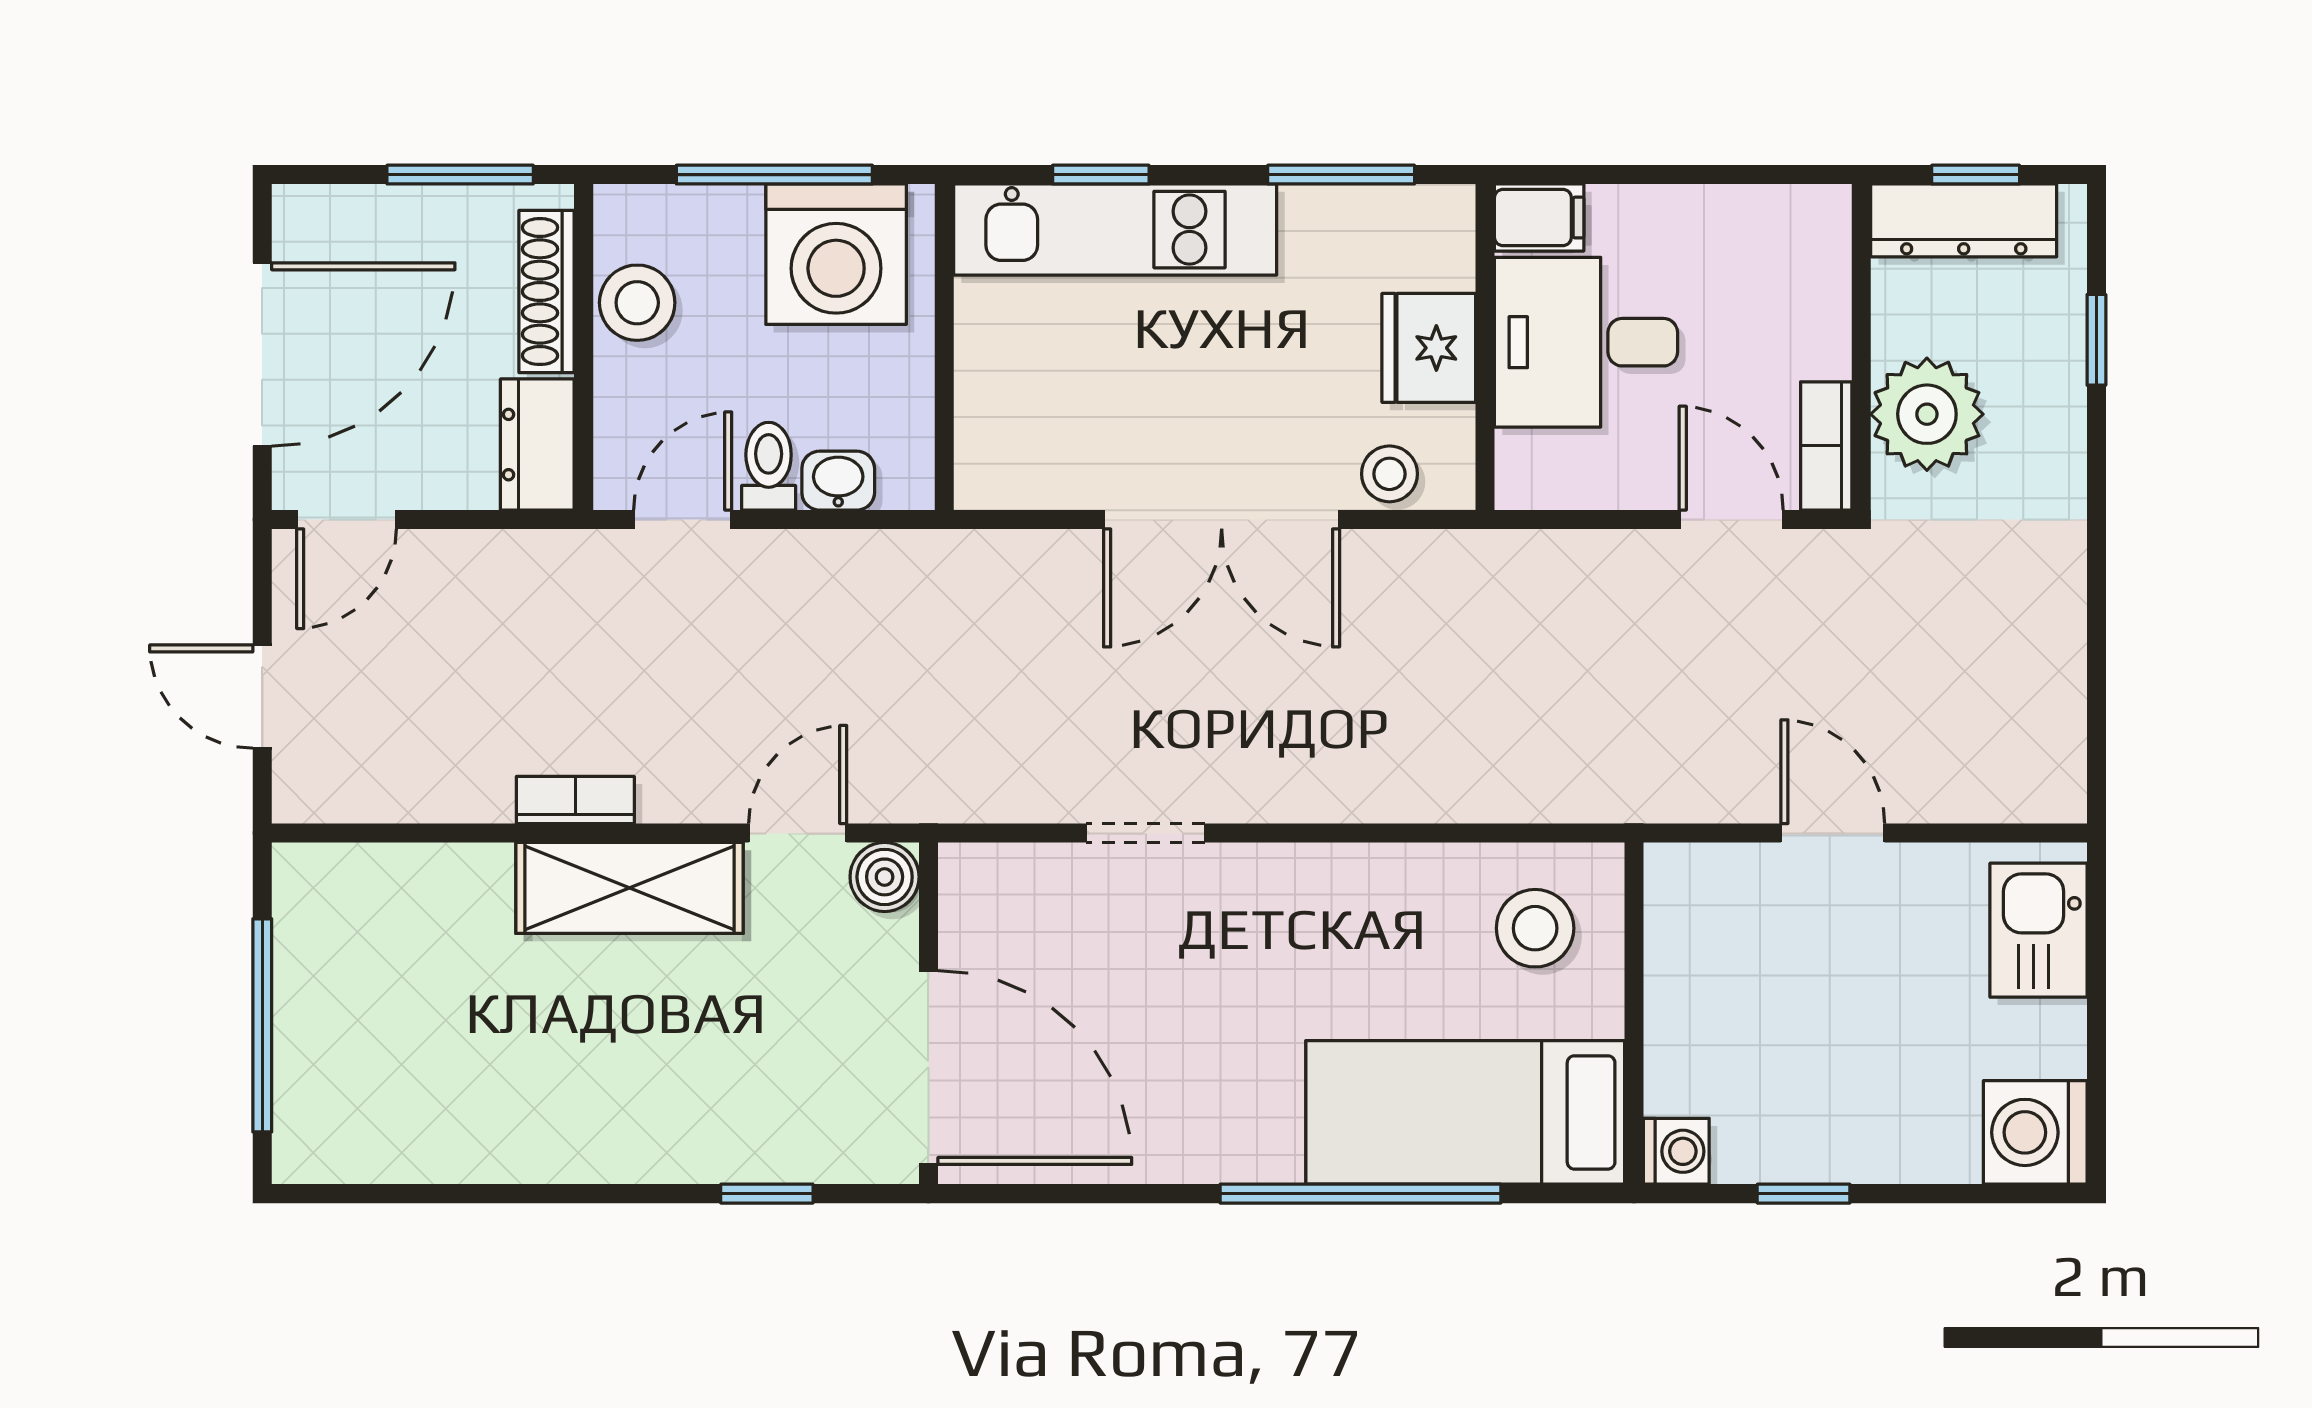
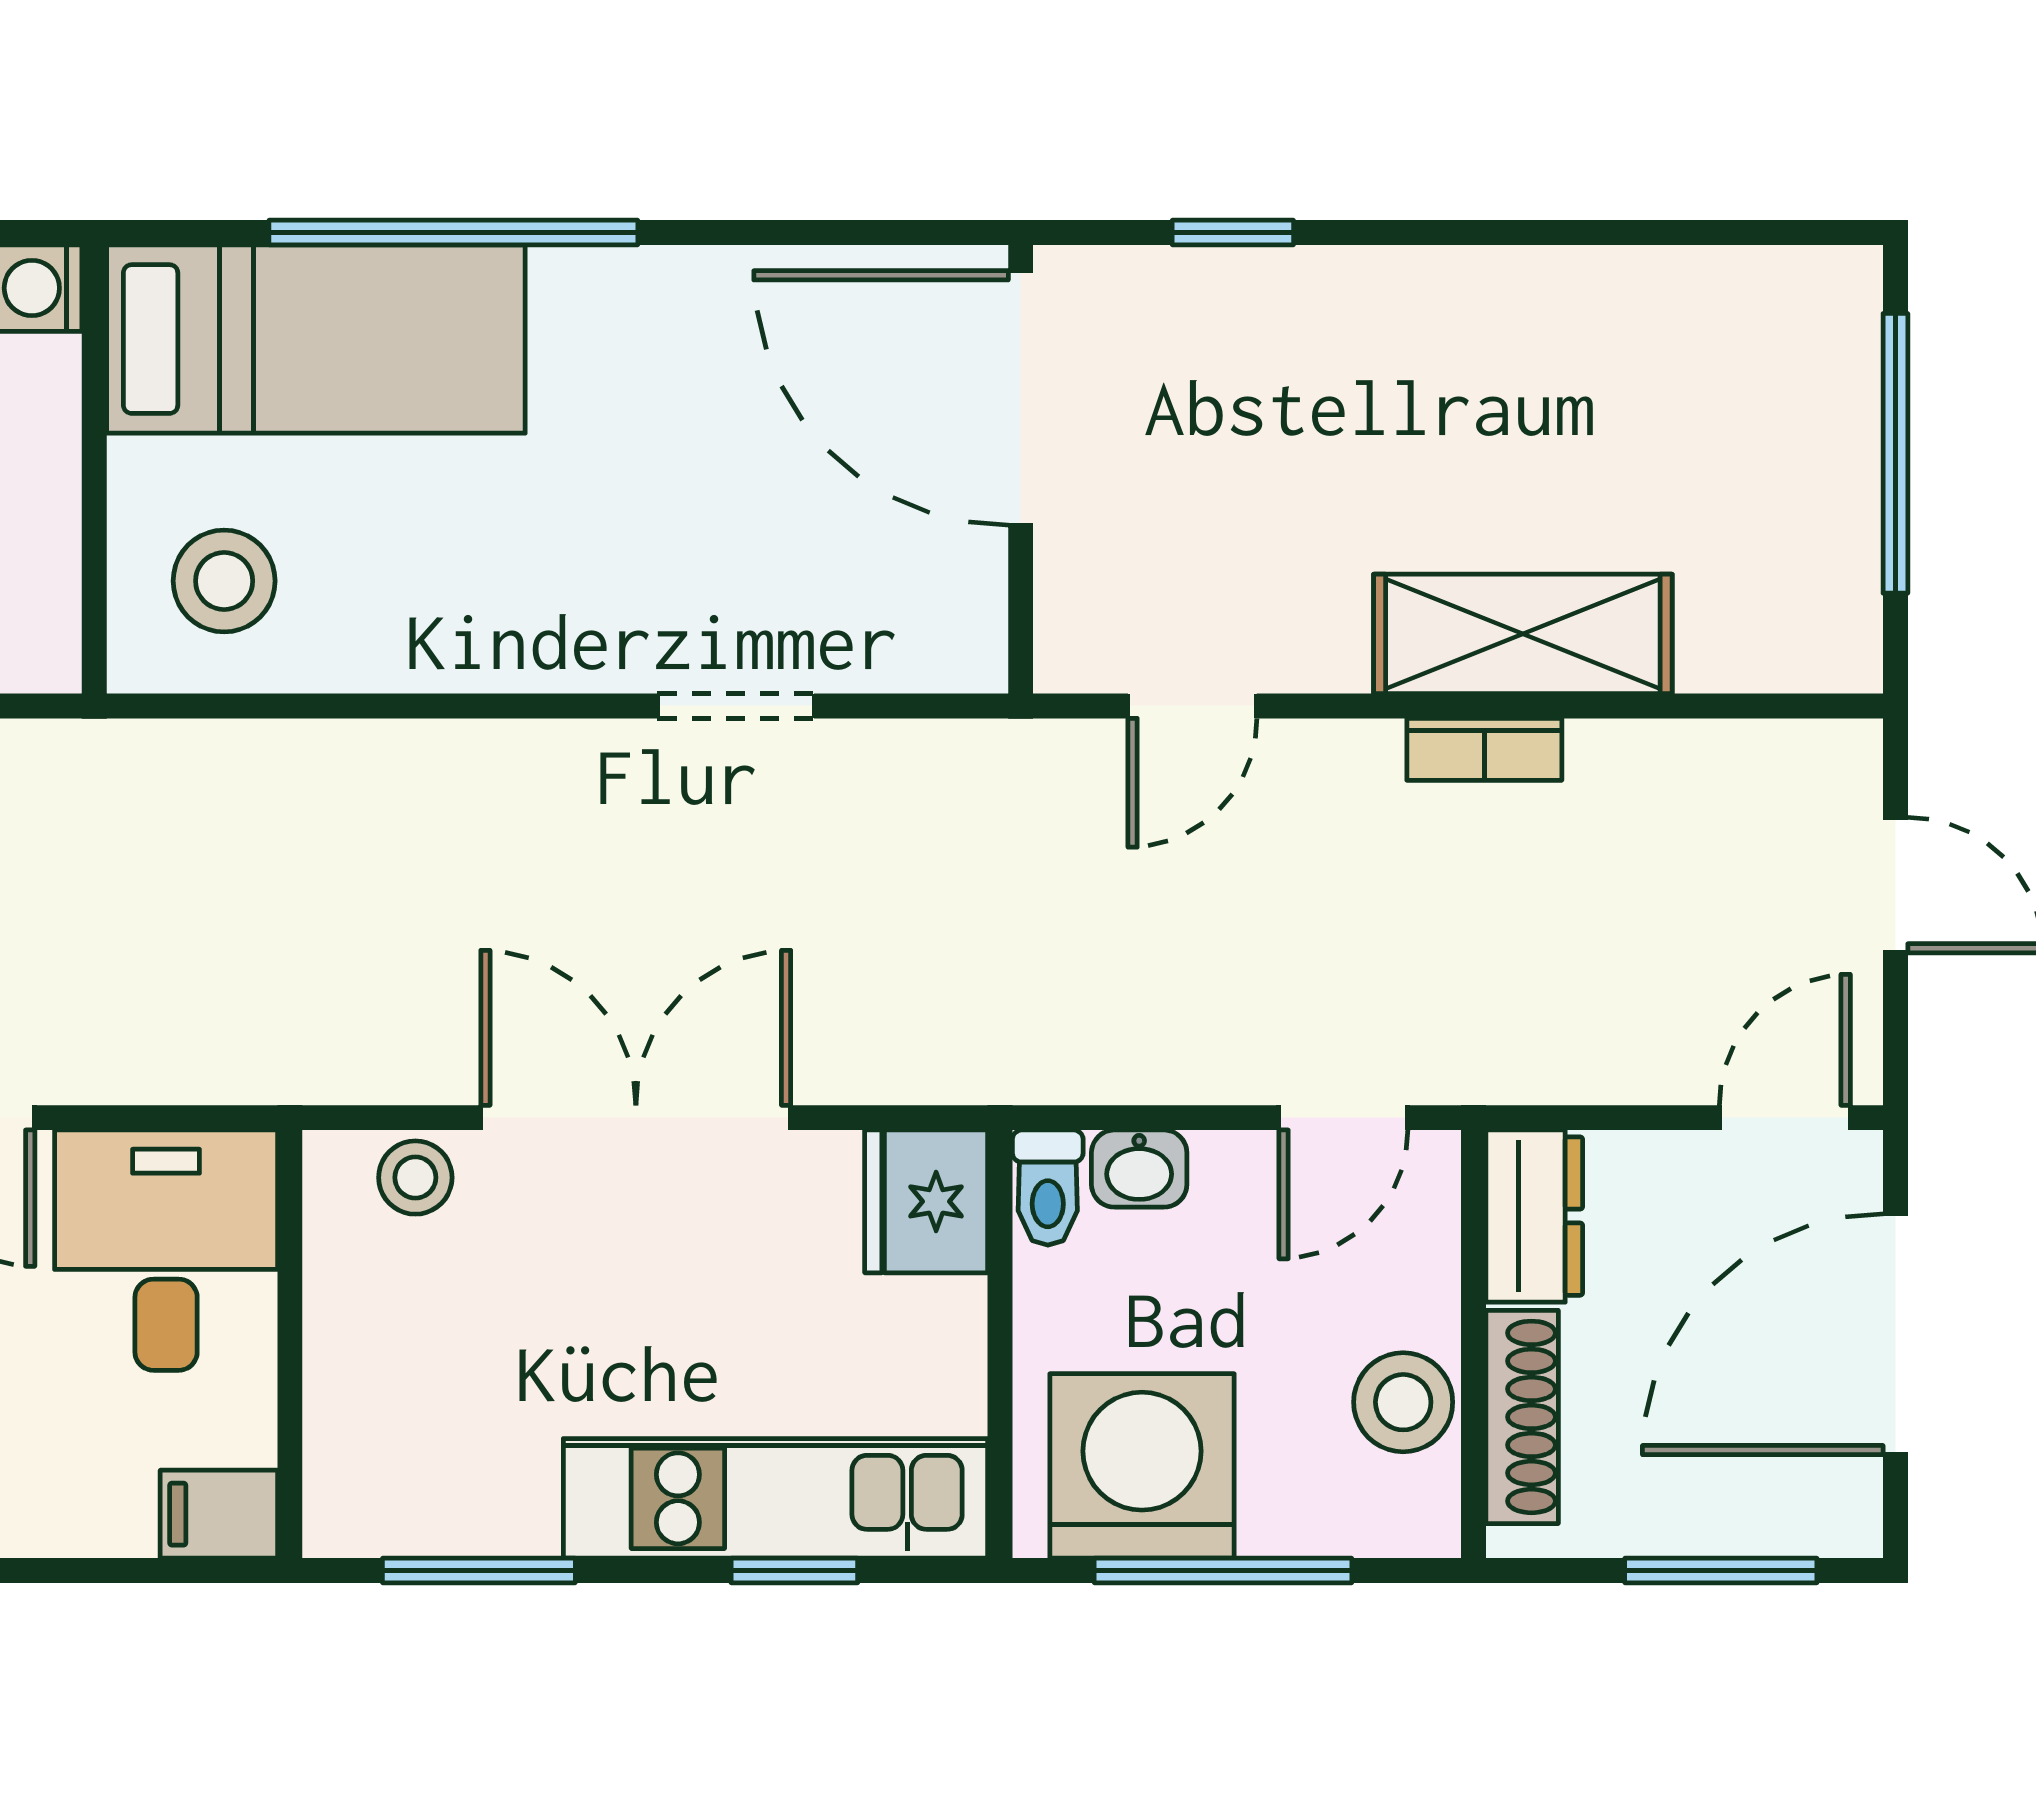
window: (460, 175) -> (1721, 1570), moved
desk: (1586, 342) -> (166, 1250), moved, turned -90
fridge: (1429, 348) -> (926, 1201), moved, turned 180
toilet: (769, 466) -> (1048, 1188), moved
boiler: (885, 877) -> (1078, 648), removed
shelving: (630, 888) -> (1523, 634), moved

